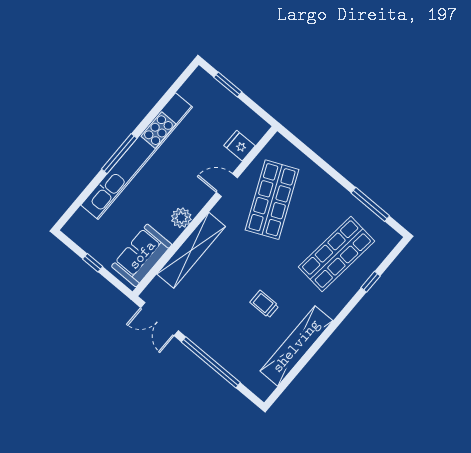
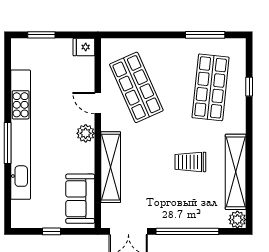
fridge: (239, 146) -> (84, 47), moved
door: (227, 185) -> (98, 103), hinge flipped
plant: (181, 218) -> (86, 133), moved
trolley: (264, 304) -> (190, 162), width x1.36, depth x1.39
plant: (263, 389) -> (237, 220), added

